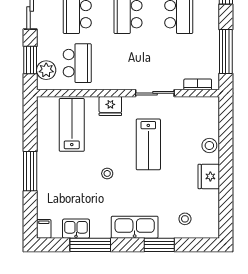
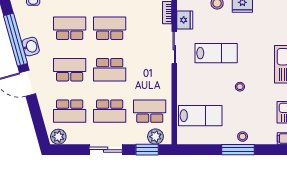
fridge: (110, 106) -> (185, 20), moved
lab bench: (72, 125) -> (200, 116), turned 180
stool: (185, 219) -> (243, 137), moved

